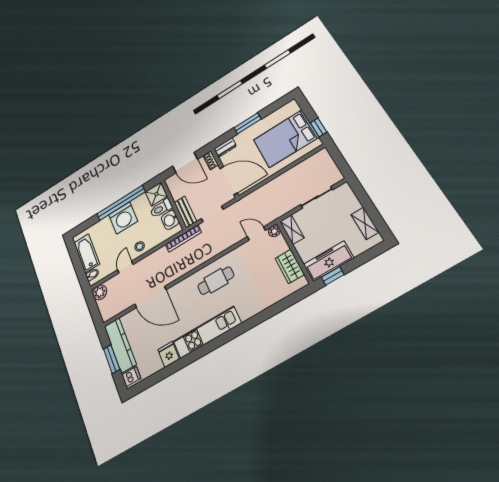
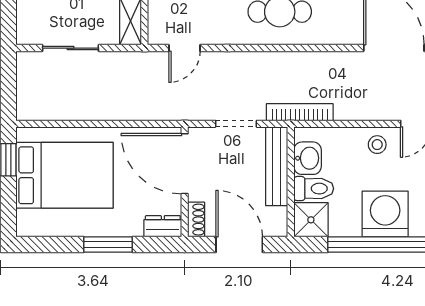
bench: (185, 212) -> (277, 166), width x1.36
plant: (274, 231) -> (157, 35), removed
door: (256, 233) -> (184, 48), hinge flipped

